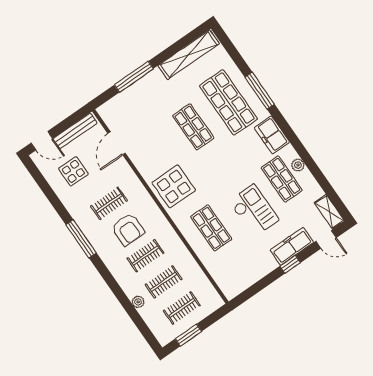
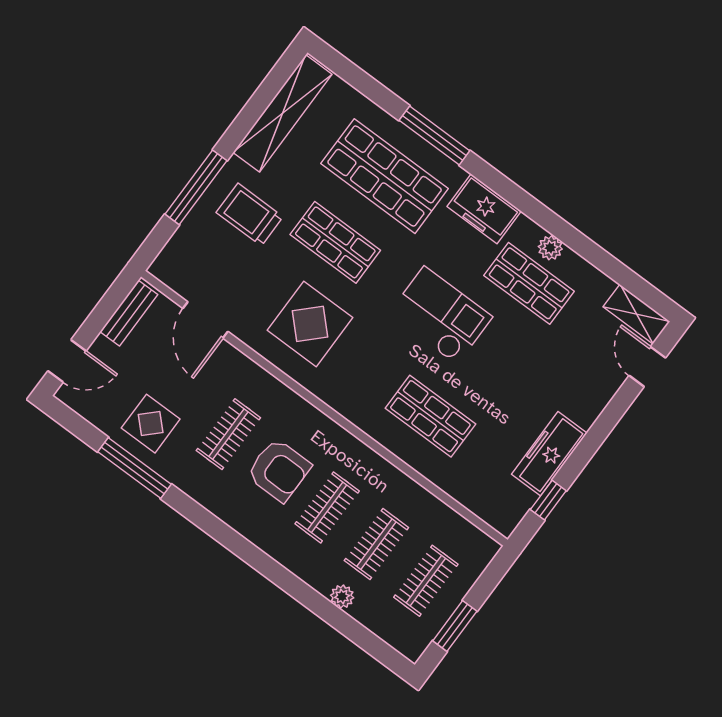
trolley: (156, 99) -> (250, 215), added
bench: (75, 131) -> (129, 313), width x0.73
display table: (73, 171) -> (151, 424), moved
display table: (174, 186) -> (310, 324), moved
checkout: (254, 211) -> (440, 316), moved
window: (81, 239) -> (135, 468), moved
door: (326, 239) -> (647, 367), swing flipped
freezer: (292, 246) -> (549, 454), moved
window: (290, 264) -> (548, 500), moved

